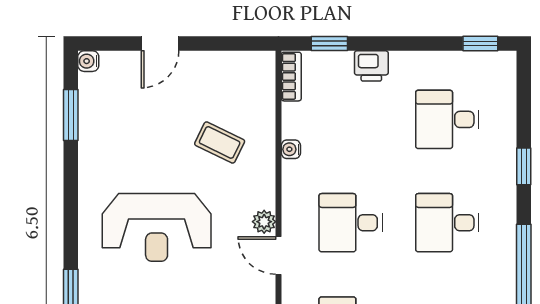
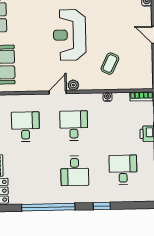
desk: (447, 223) -> (75, 171), turned 180

